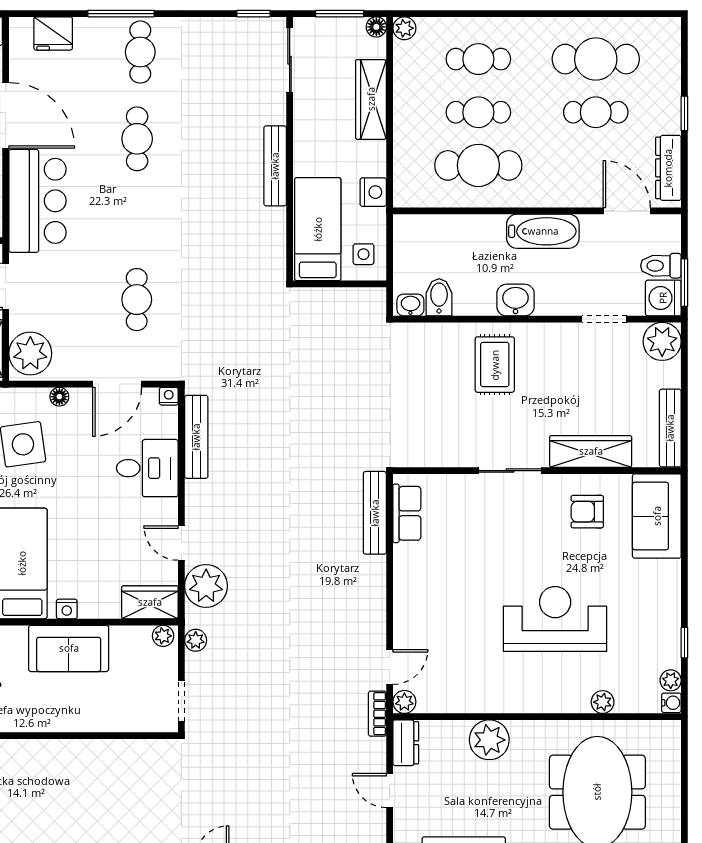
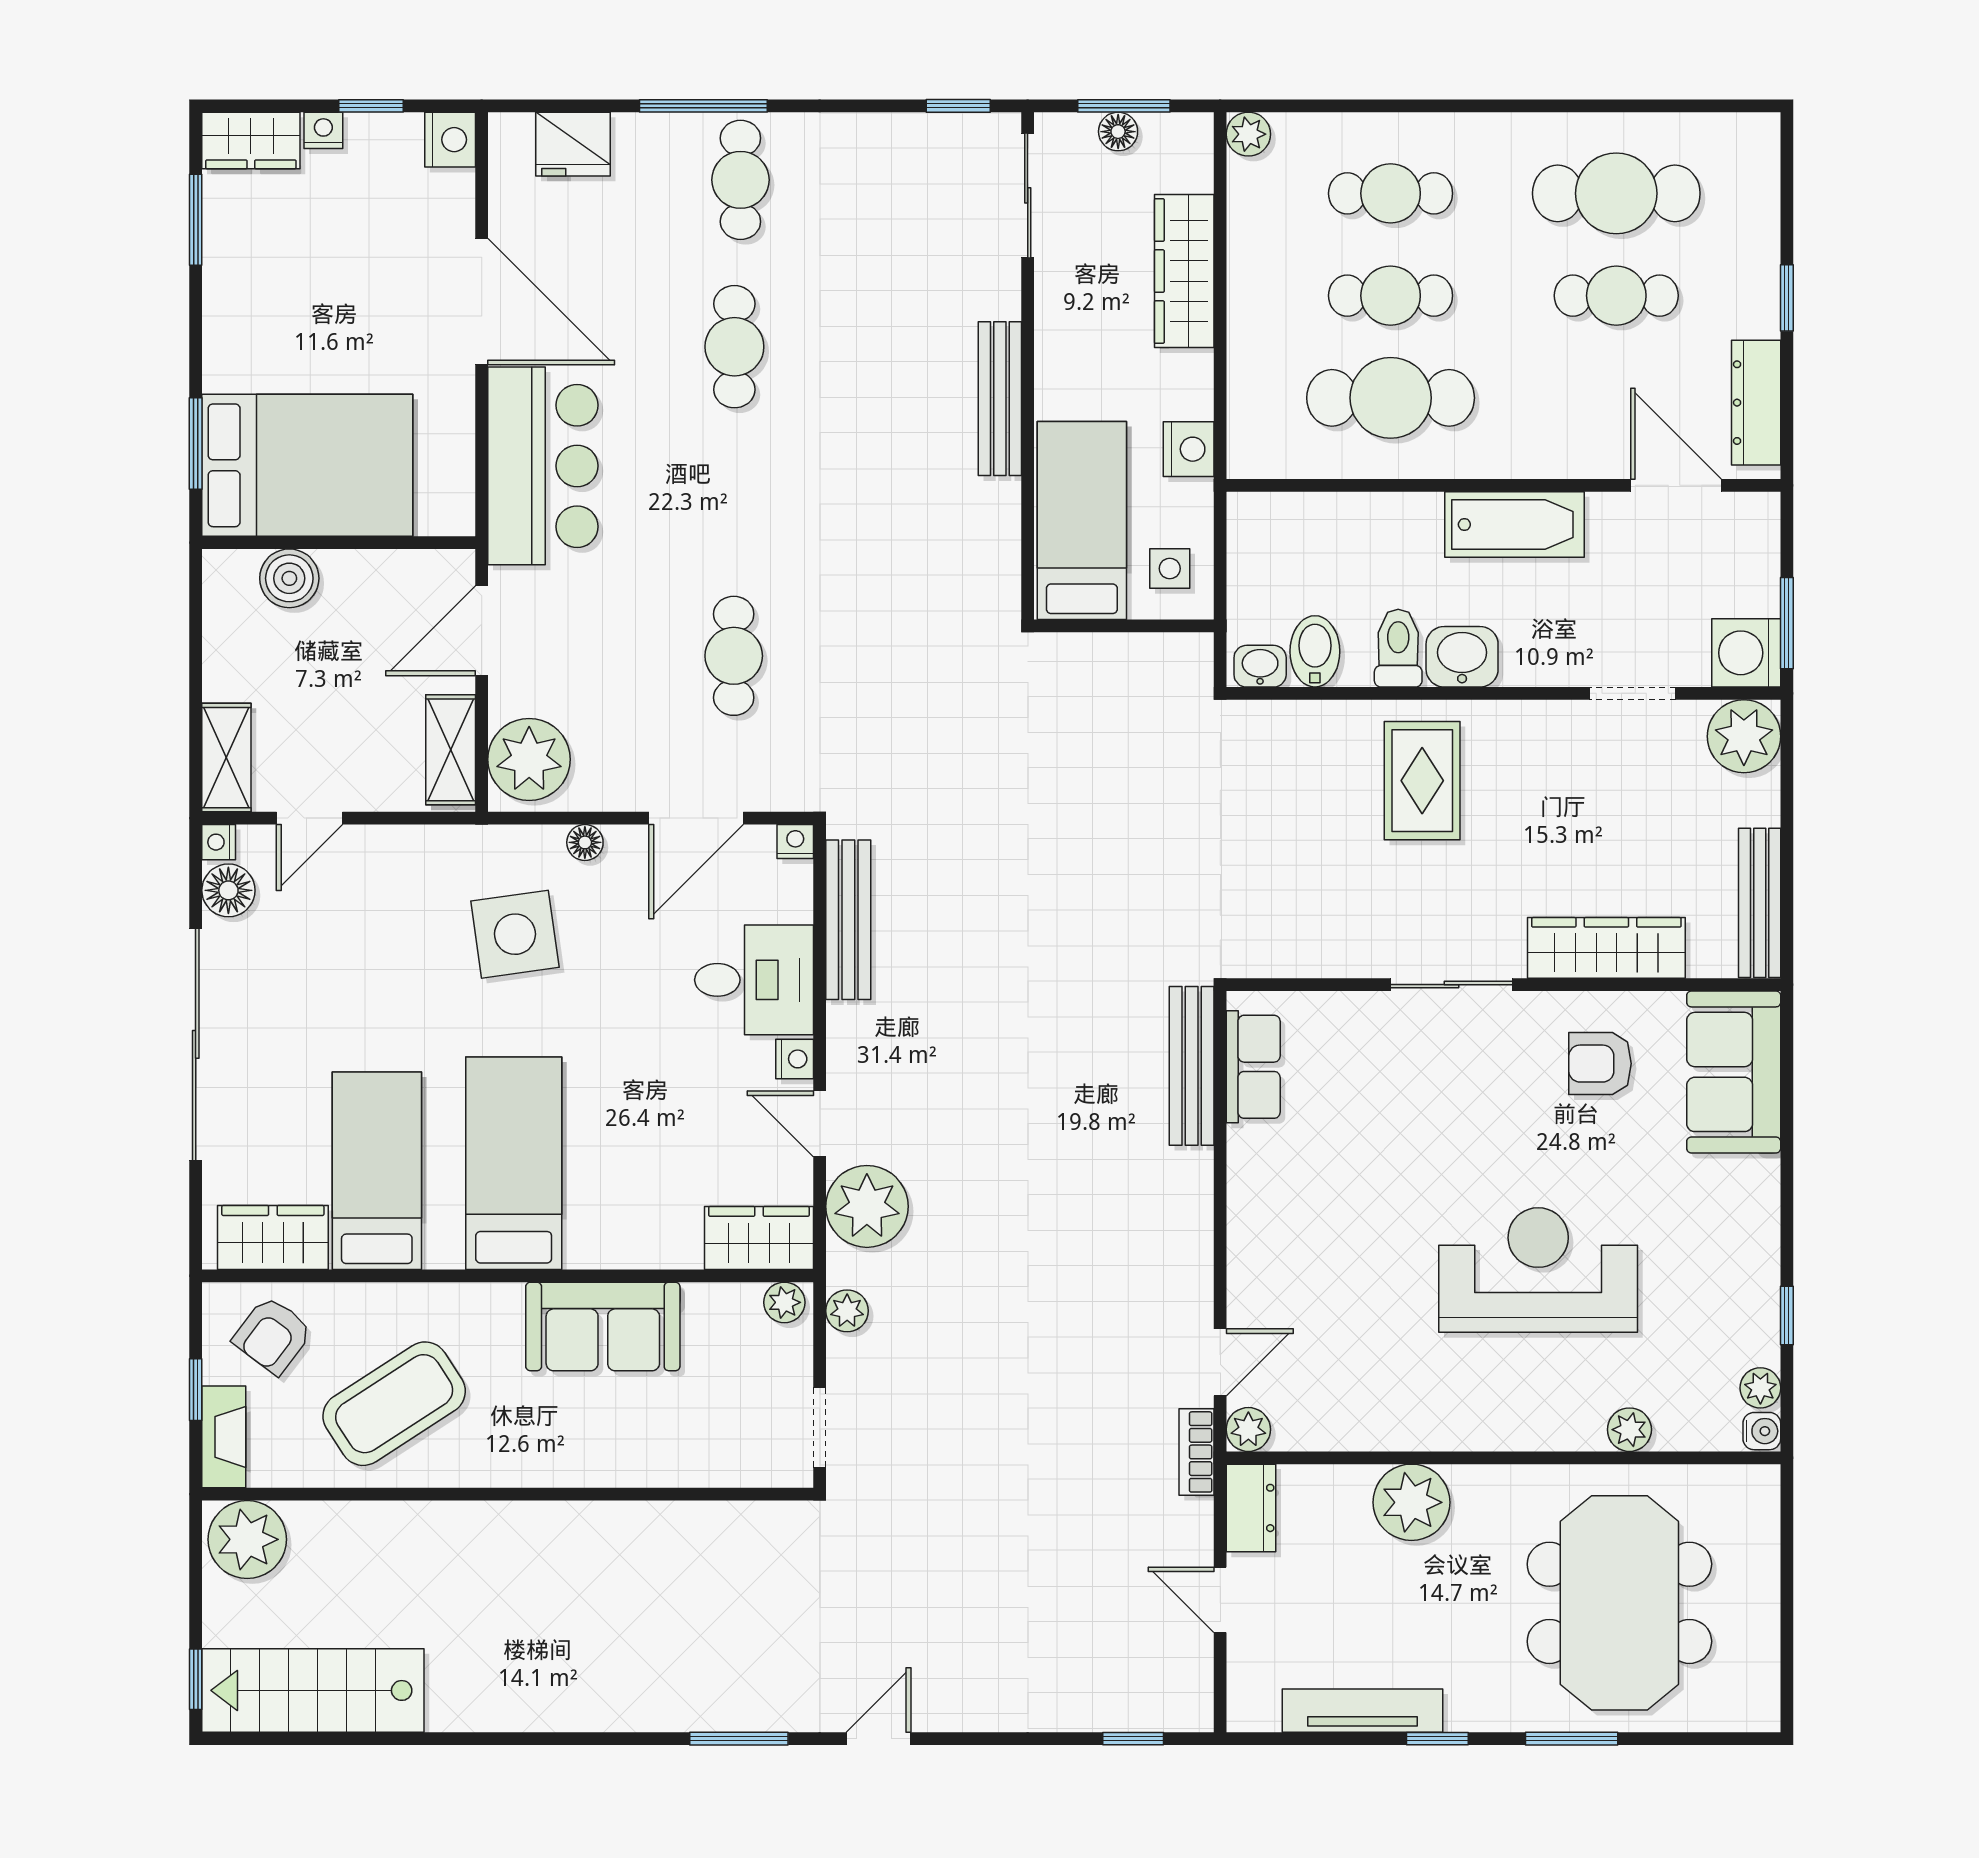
floor lamp: (376, 27) -> (1118, 132), moved
toilet: (661, 266) -> (1398, 648), moved, turned 90
nightstand: (67, 609) -> (795, 1059), moved, turned -90

